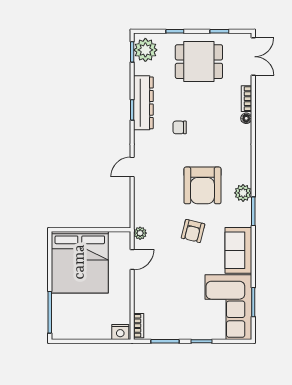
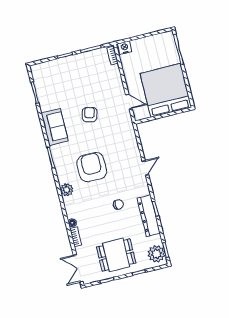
plant: (243, 193) -> (67, 190), moved
armchair: (193, 231) -> (90, 115), moved
plant: (140, 233) -> (128, 122), removed
door: (132, 260) -> (129, 102), swing flipped
corner sofa: (228, 307) -> (52, 85), removed

